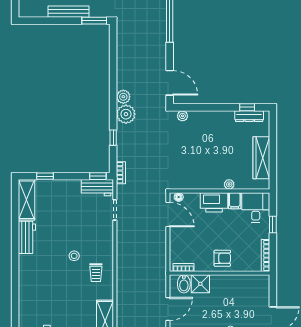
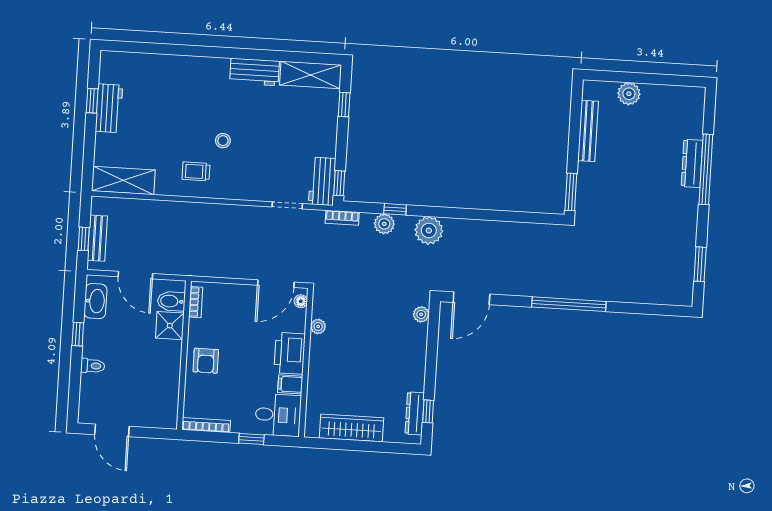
bench: (68, 12) -> (588, 131), moved
plant: (123, 97) -> (384, 224), moved
plant: (229, 184) -> (318, 326), moved

